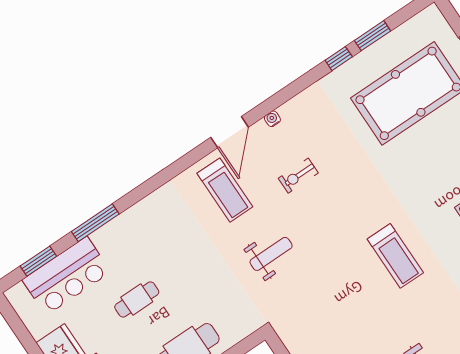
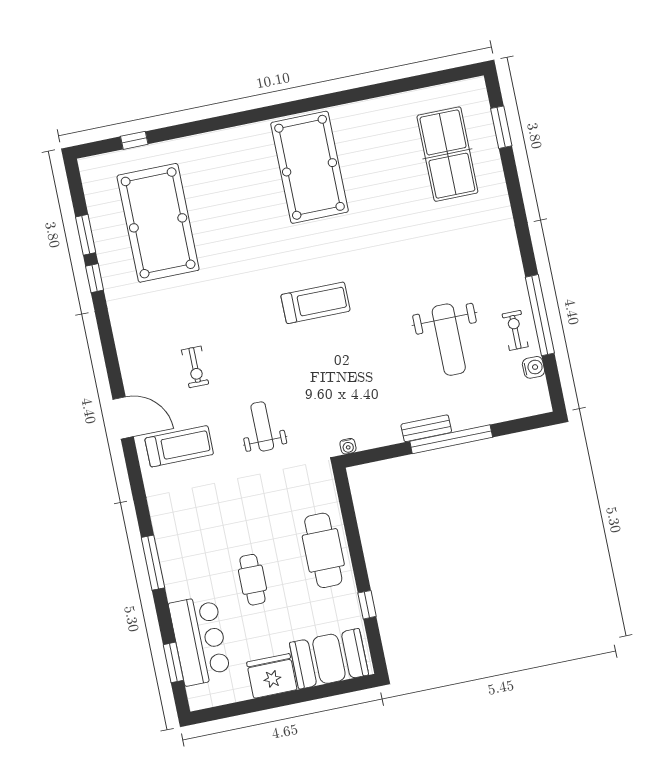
water cooler: (272, 119) -> (348, 446), moved, turned -90
window: (95, 223) -> (153, 563), moved

